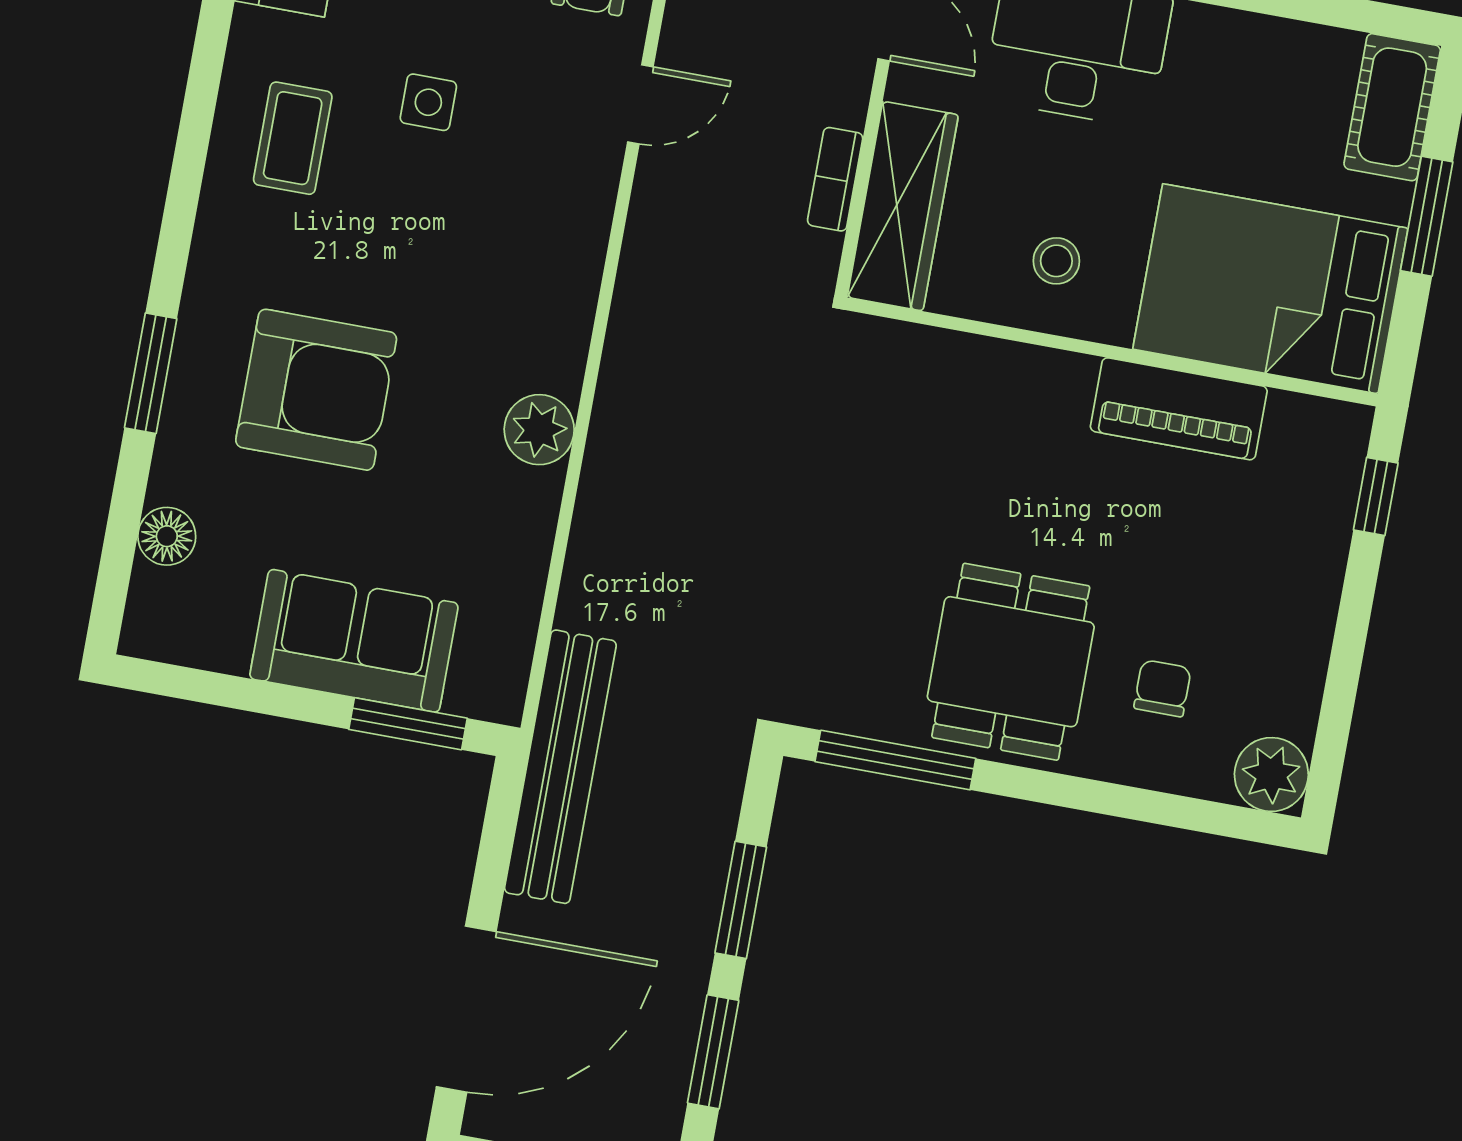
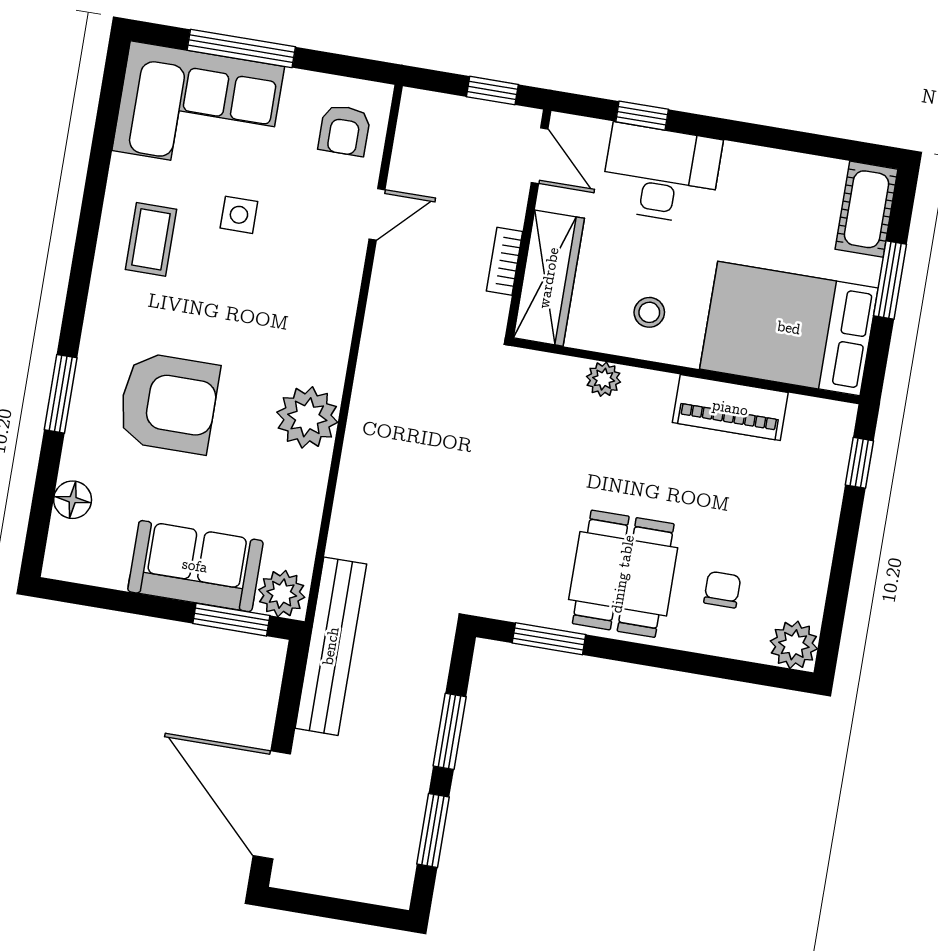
plant: (985, 363) -> (604, 379), added
plant: (539, 430) -> (307, 417), width x1.36, depth x1.36
plant: (486, 685) -> (282, 594), added
window: (895, 760) -> (549, 639), width x0.69
door: (466, 1009) -> (272, 805), swing flipped

